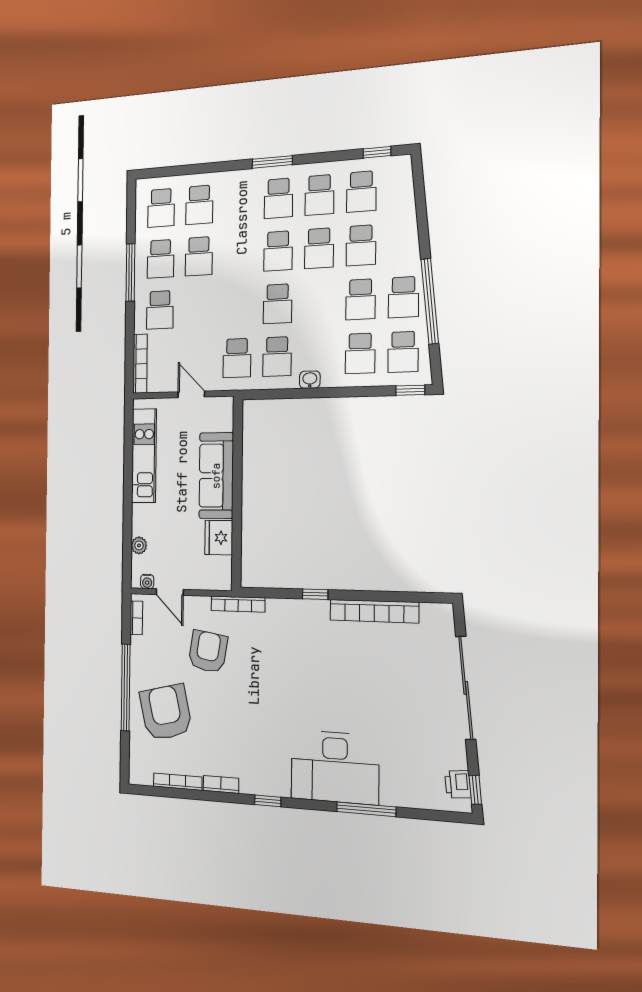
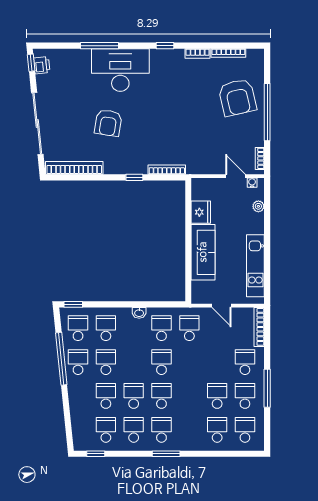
bookcase: (238, 604) -> (167, 170), moved
bookcase: (374, 611) -> (74, 168), moved
armchair: (208, 652) -> (108, 123), moved

